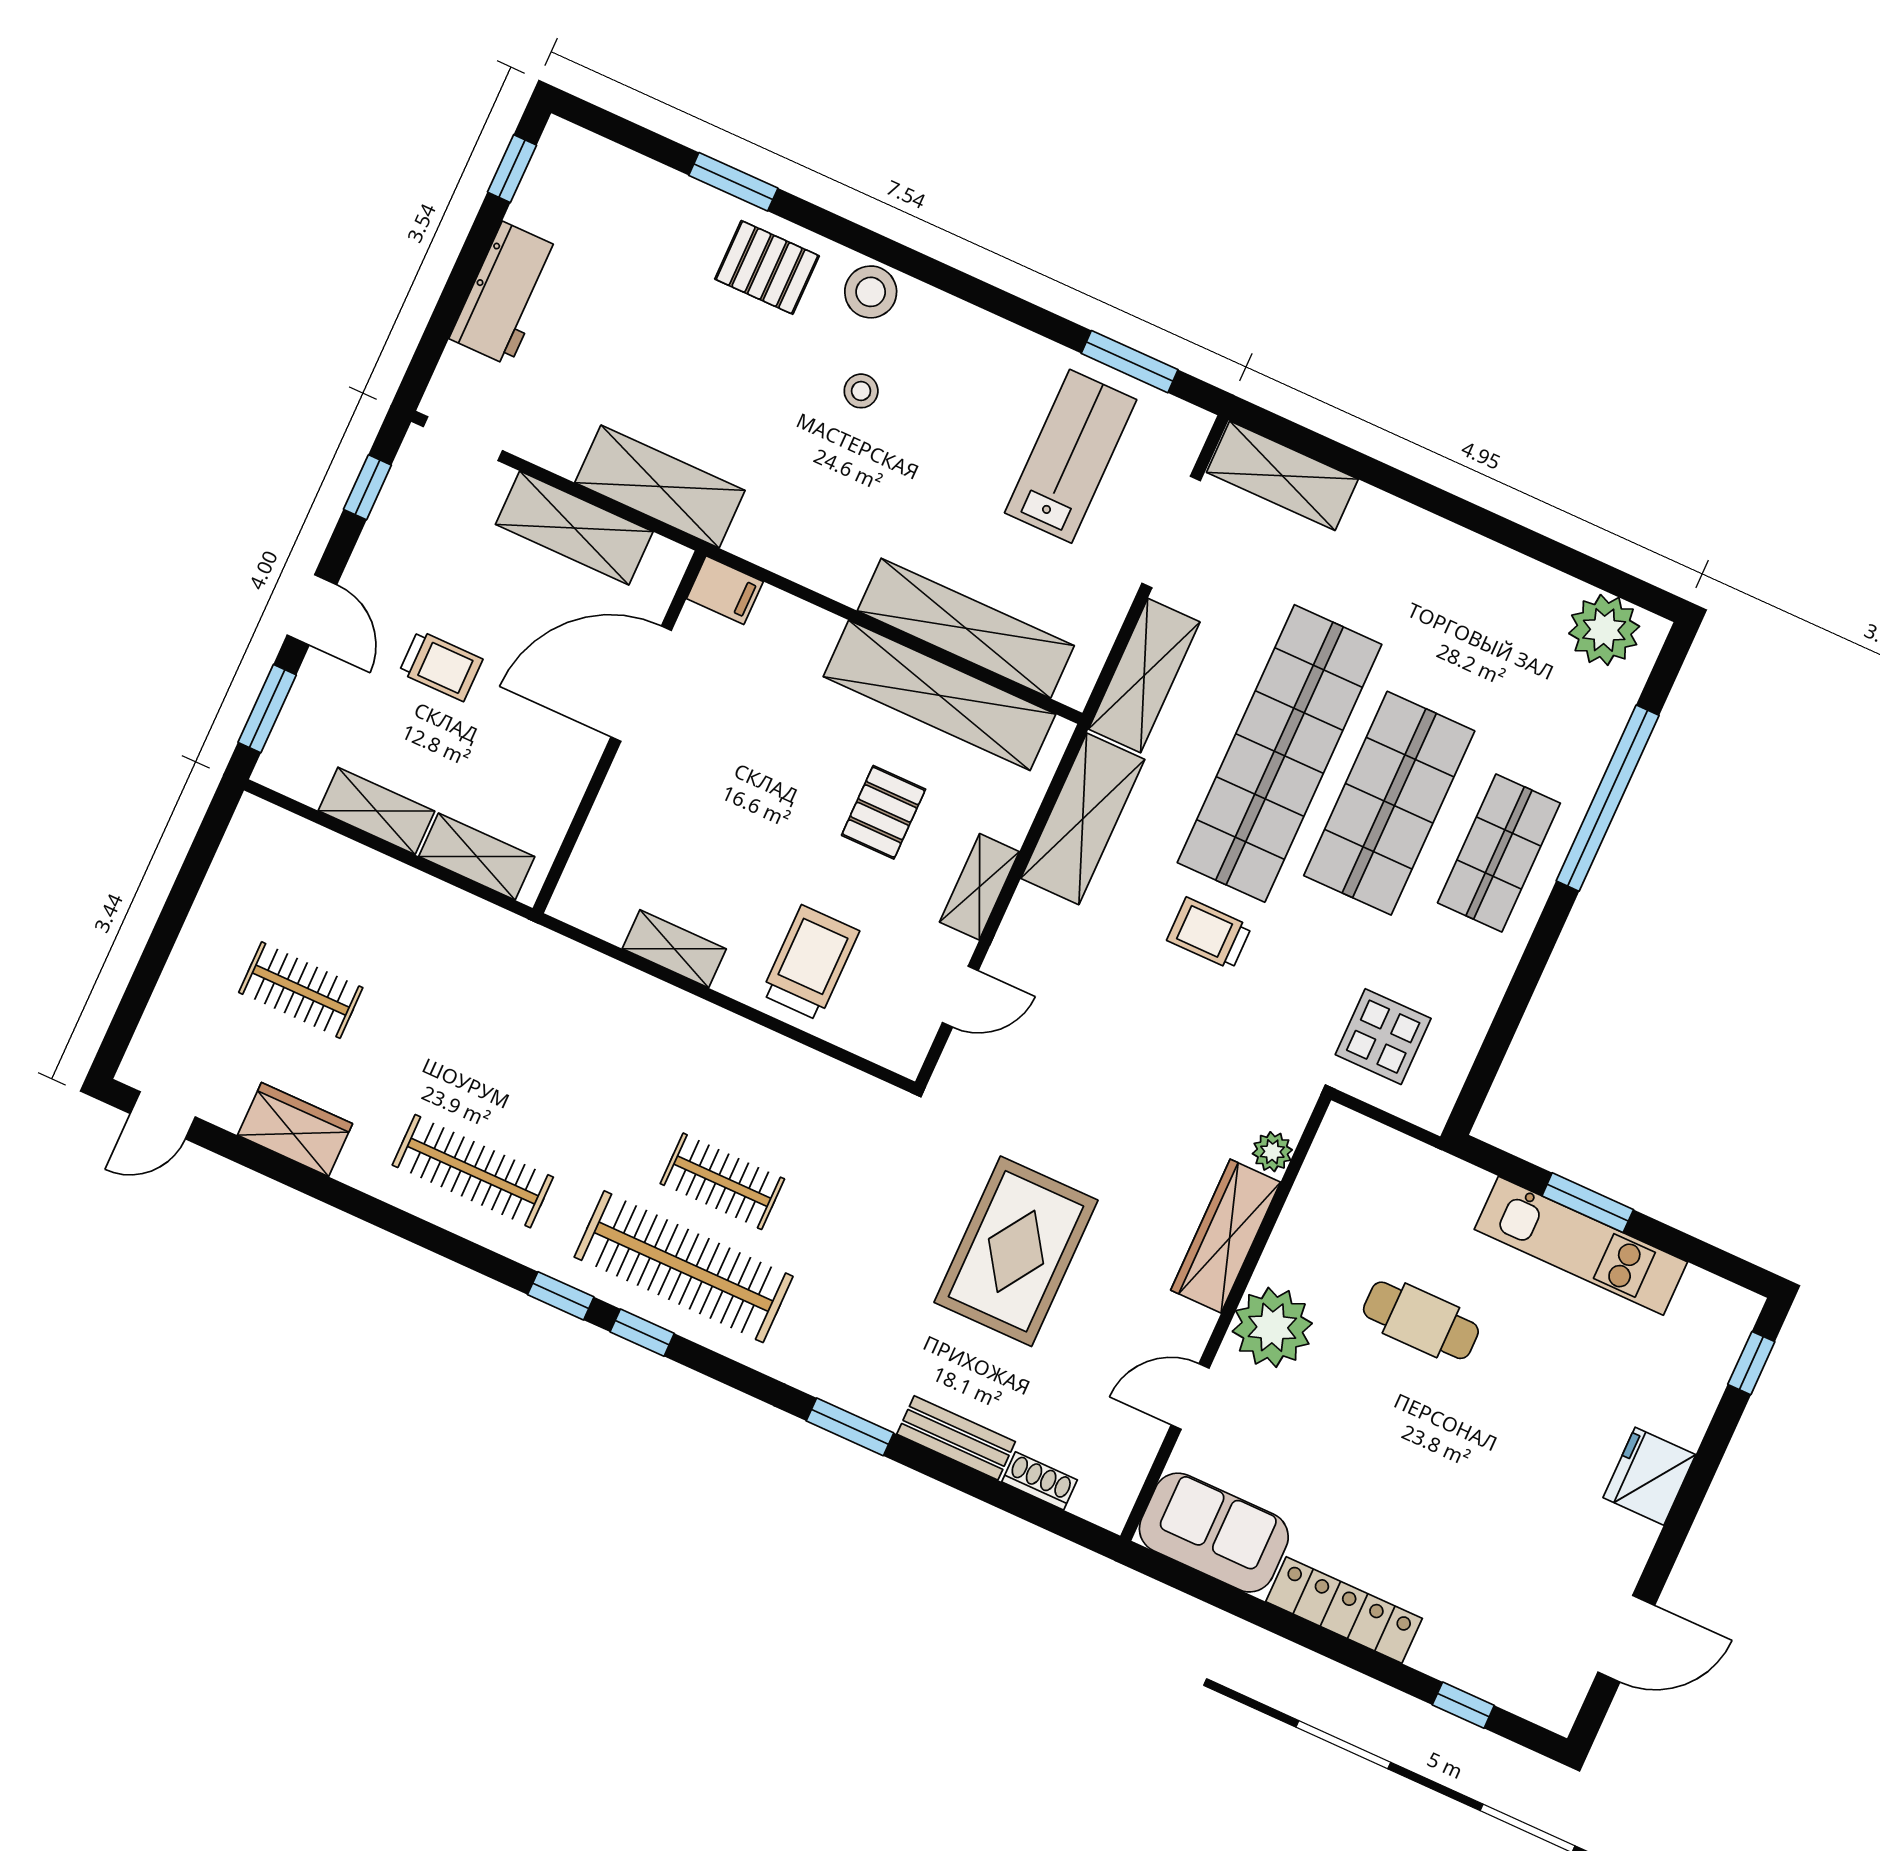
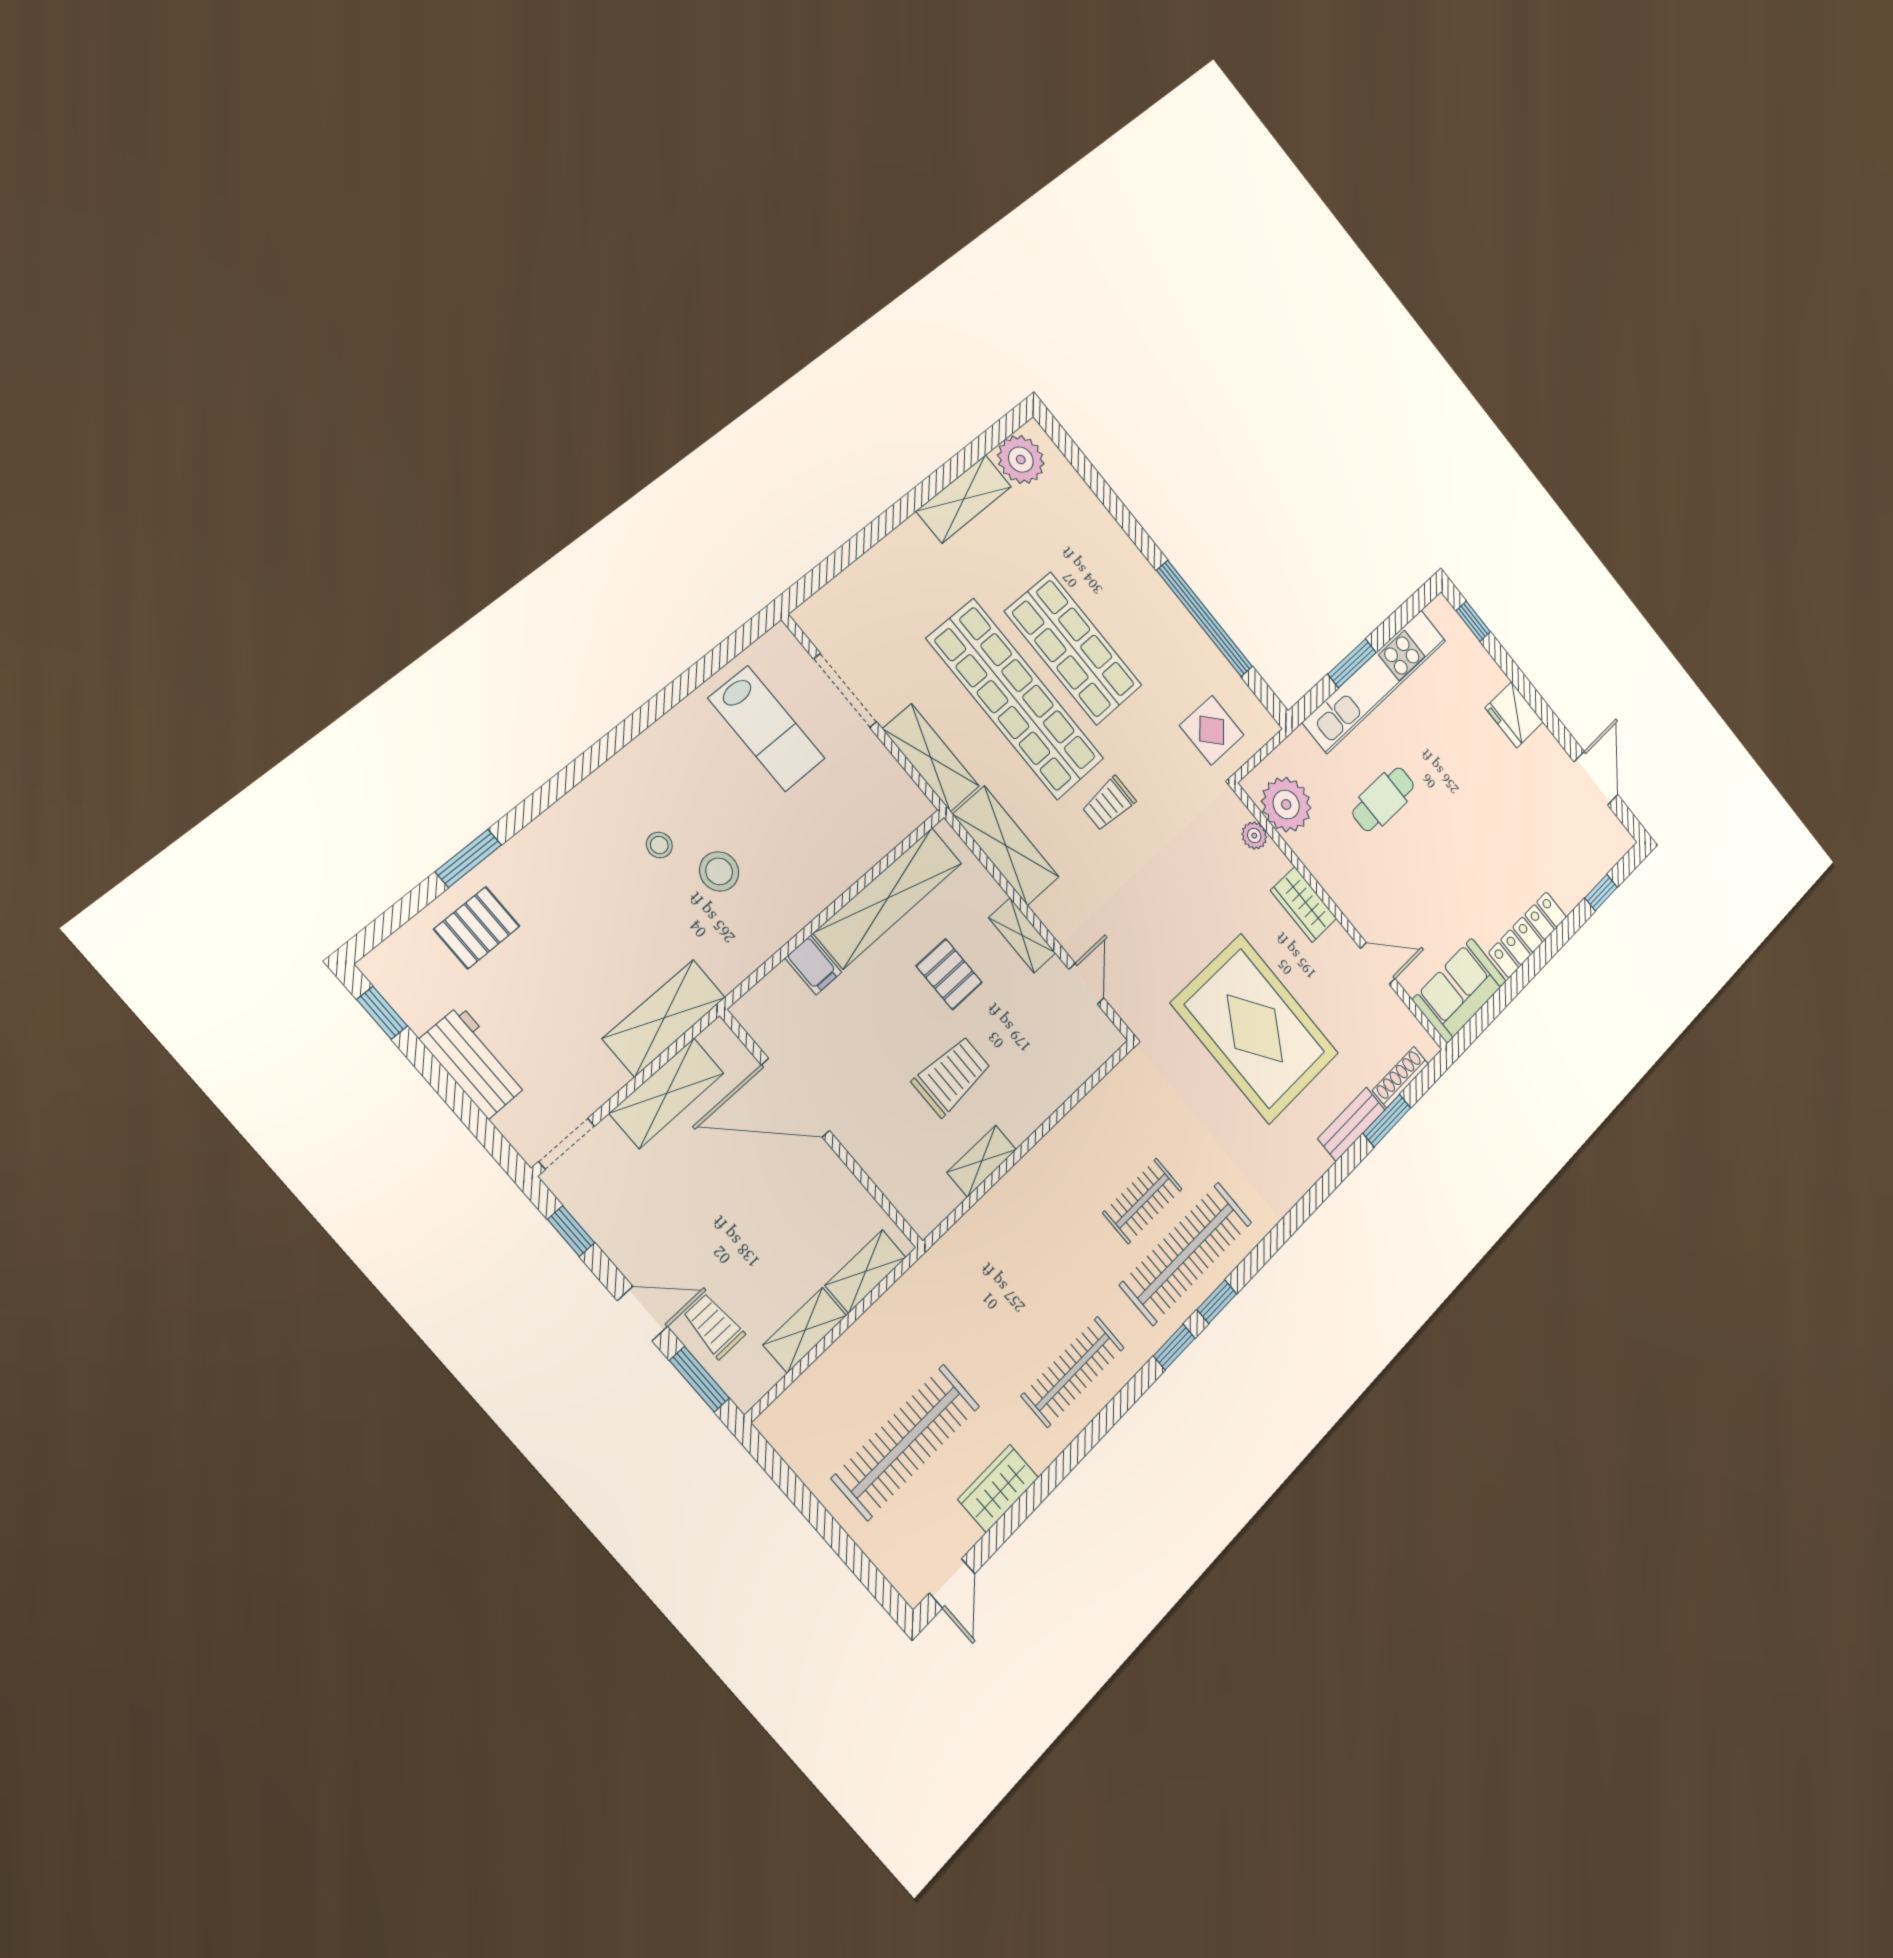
pallet: (767, 267) -> (477, 928), moved
stool: (871, 292) -> (719, 871), moved
window: (1130, 362) -> (720, 656), removed
lab bench: (1071, 456) -> (767, 728), turned 180
shelving: (1282, 476) -> (964, 499), moved
filing cabinet: (725, 590) -> (813, 965), moved, turned 90
shelving: (966, 628) -> (851, 857), removed
trolley: (441, 666) -> (714, 1326), moved, turned -90
door: (641, 684) -> (795, 1098), hinge flipped
window: (1608, 798) -> (1205, 619), moved
shop shelf: (1499, 853) -> (1130, 599), removed
trolley: (810, 963) -> (952, 1076), moved, turned 90
clothes rail: (301, 990) -> (906, 1442), width x1.86, depth x1.31
wardrobe: (1226, 1236) -> (1304, 904), width x0.67
kitchen unit: (1581, 1246) -> (1375, 681), width x1.36
rug: (1016, 1251) -> (1255, 1028), width x1.37, depth x1.44
plant: (1272, 1327) -> (1286, 804), moved
door: (1190, 1396) -> (1378, 963), swing flipped
window: (850, 1427) -> (1387, 1121), moved
shoe rack: (1039, 1481) -> (1400, 1077), width x1.43

